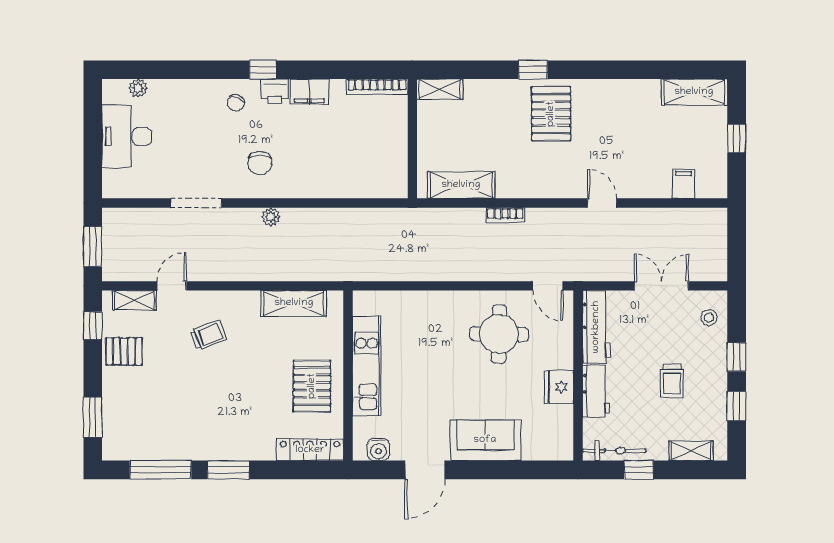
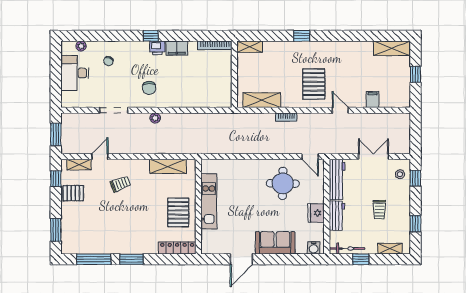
chair: (236, 103) -> (108, 61), moved
pallet: (551, 114) -> (314, 84), moved
filing cabinet: (684, 184) -> (373, 99), moved
window: (737, 357) -> (415, 178), moved
water cooler: (379, 449) -> (314, 248), moved

